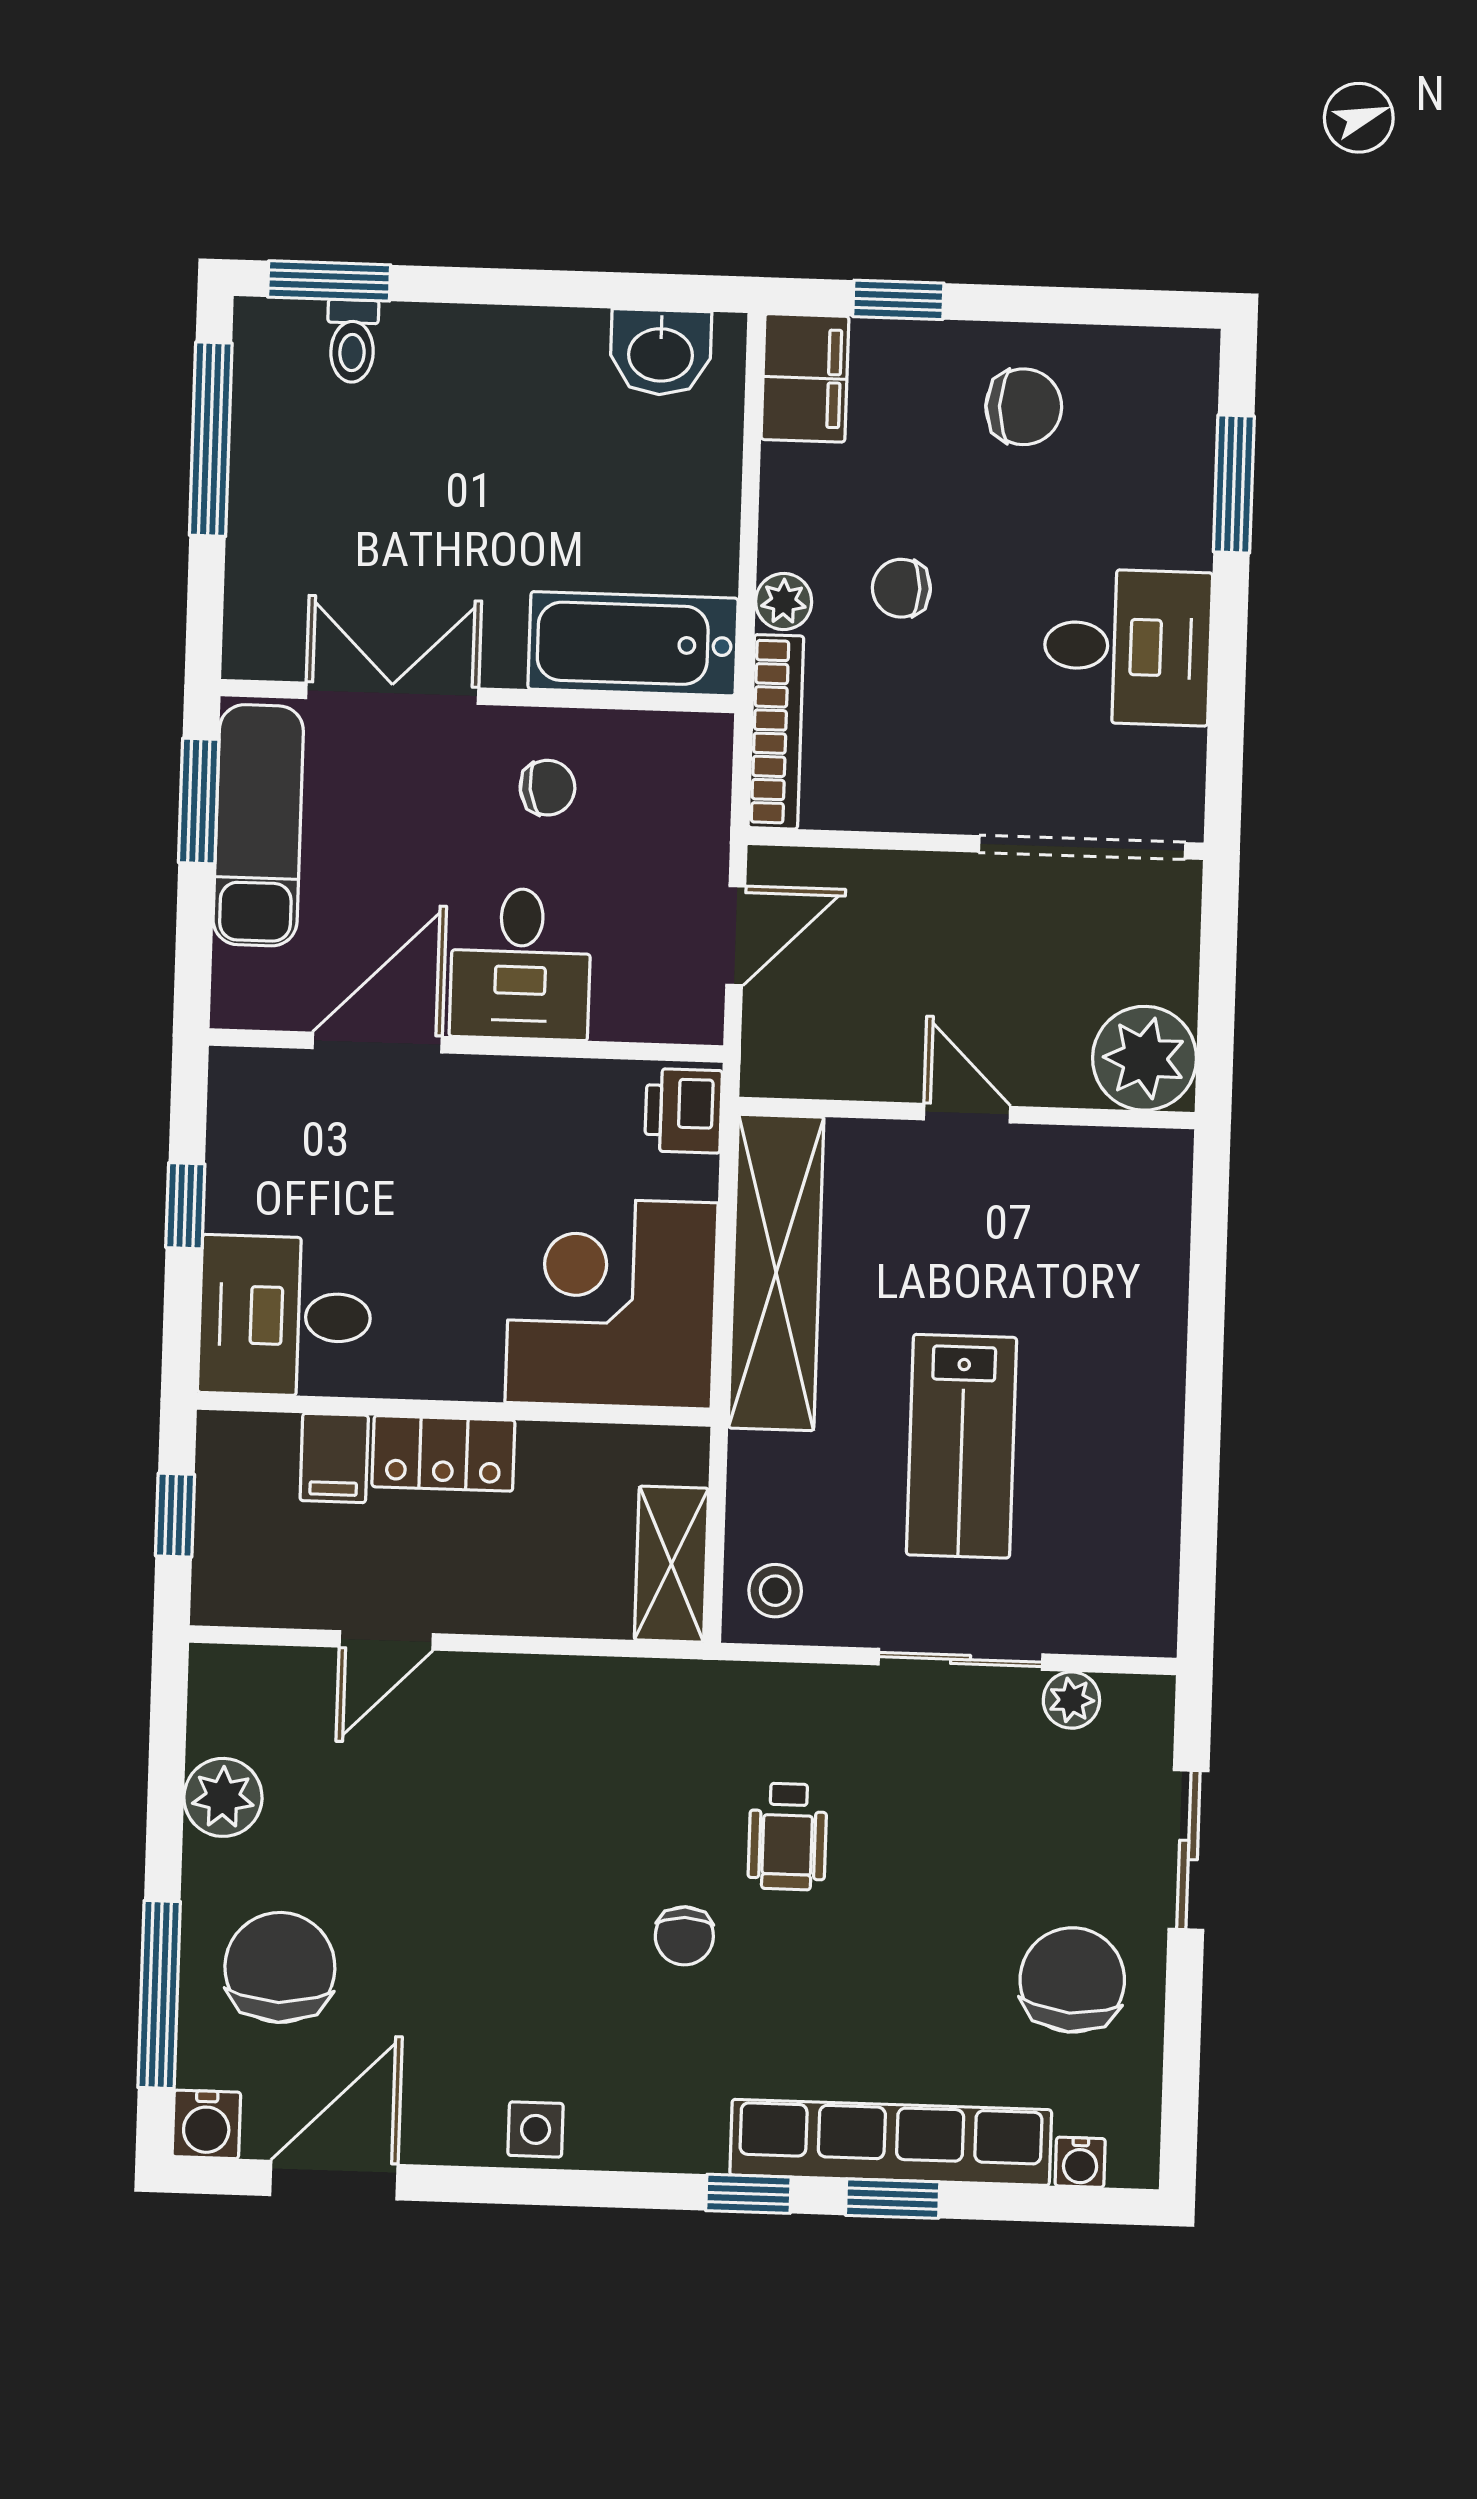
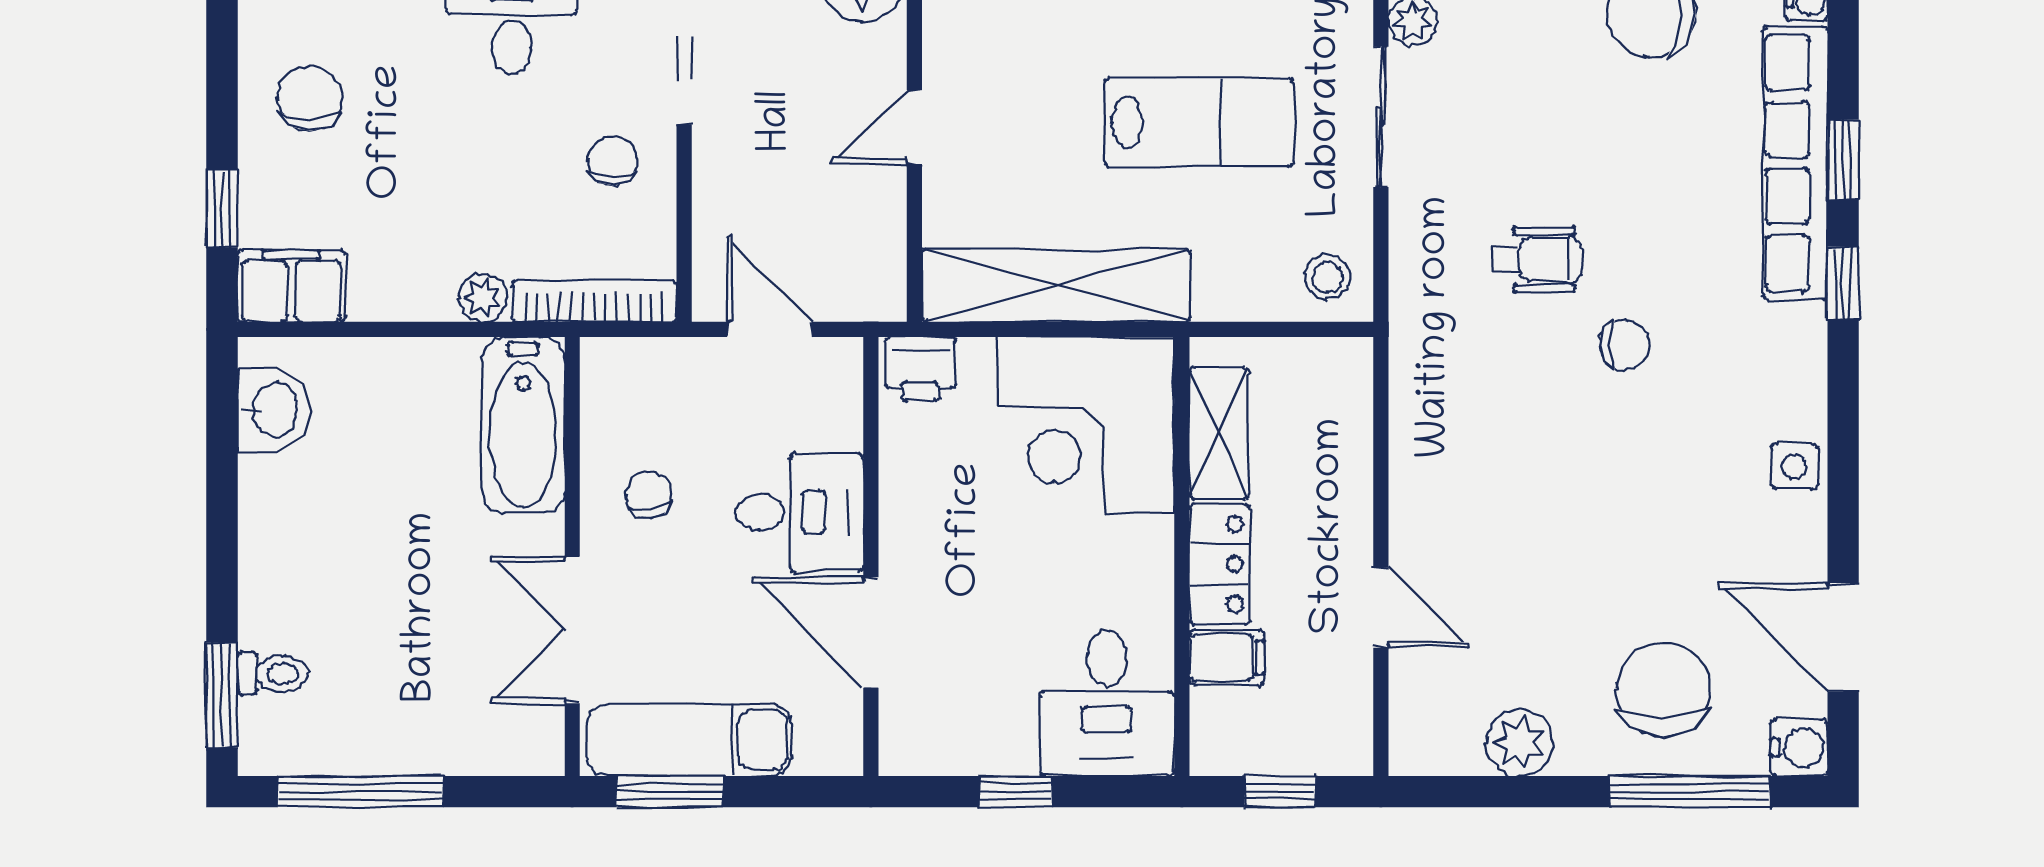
chair: (901, 588) -> (613, 161), moved, turned 180
shelving: (671, 1564) -> (1219, 433), moved, turned 90
chair: (280, 1967) -> (1663, 689), turned 90

